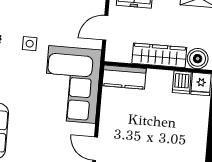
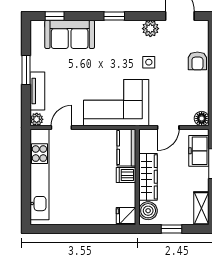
door: (105, 28) -> (168, 127), swing flipped
dishwasher: (182, 82) -> (126, 175), moved

